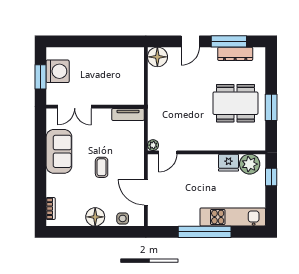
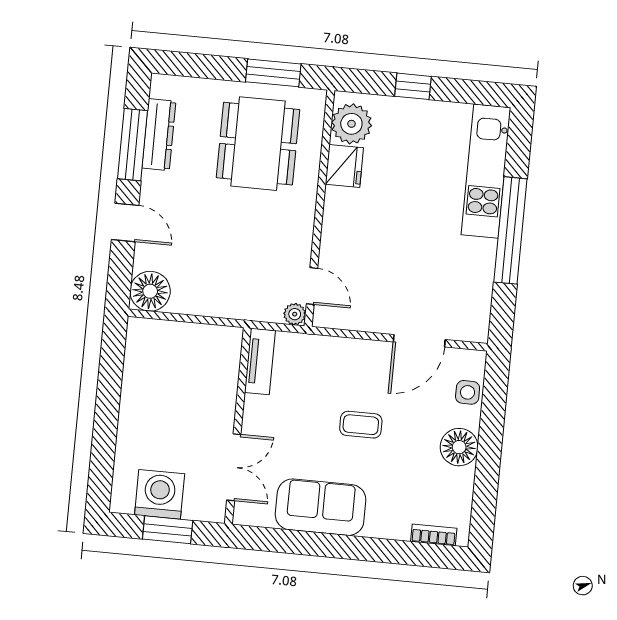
plant: (153, 145) -> (295, 314), moved
door: (168, 152) -> (312, 286), moved
wall: (206, 152) -> (319, 208), moved
fridge: (229, 163) -> (344, 166), moved
plant: (250, 164) -> (351, 124), moved

